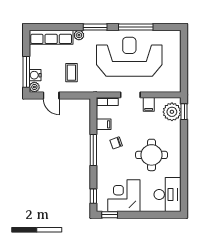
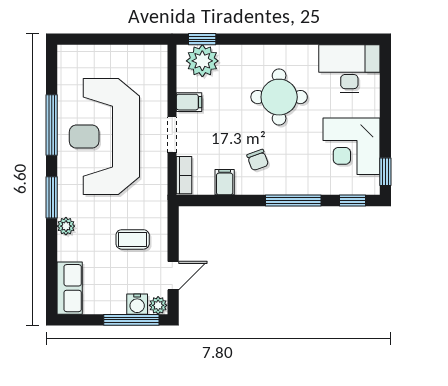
row of seats: (51, 37) -> (70, 288), width x0.68
window: (93, 150) -> (293, 200), moved

